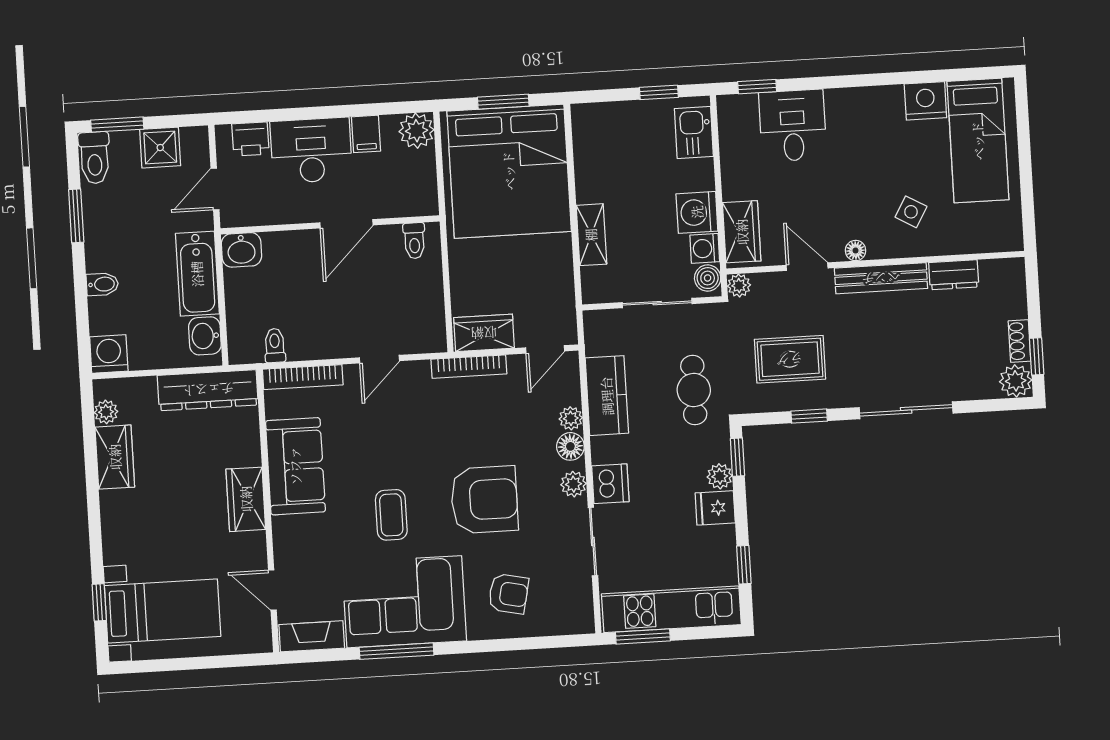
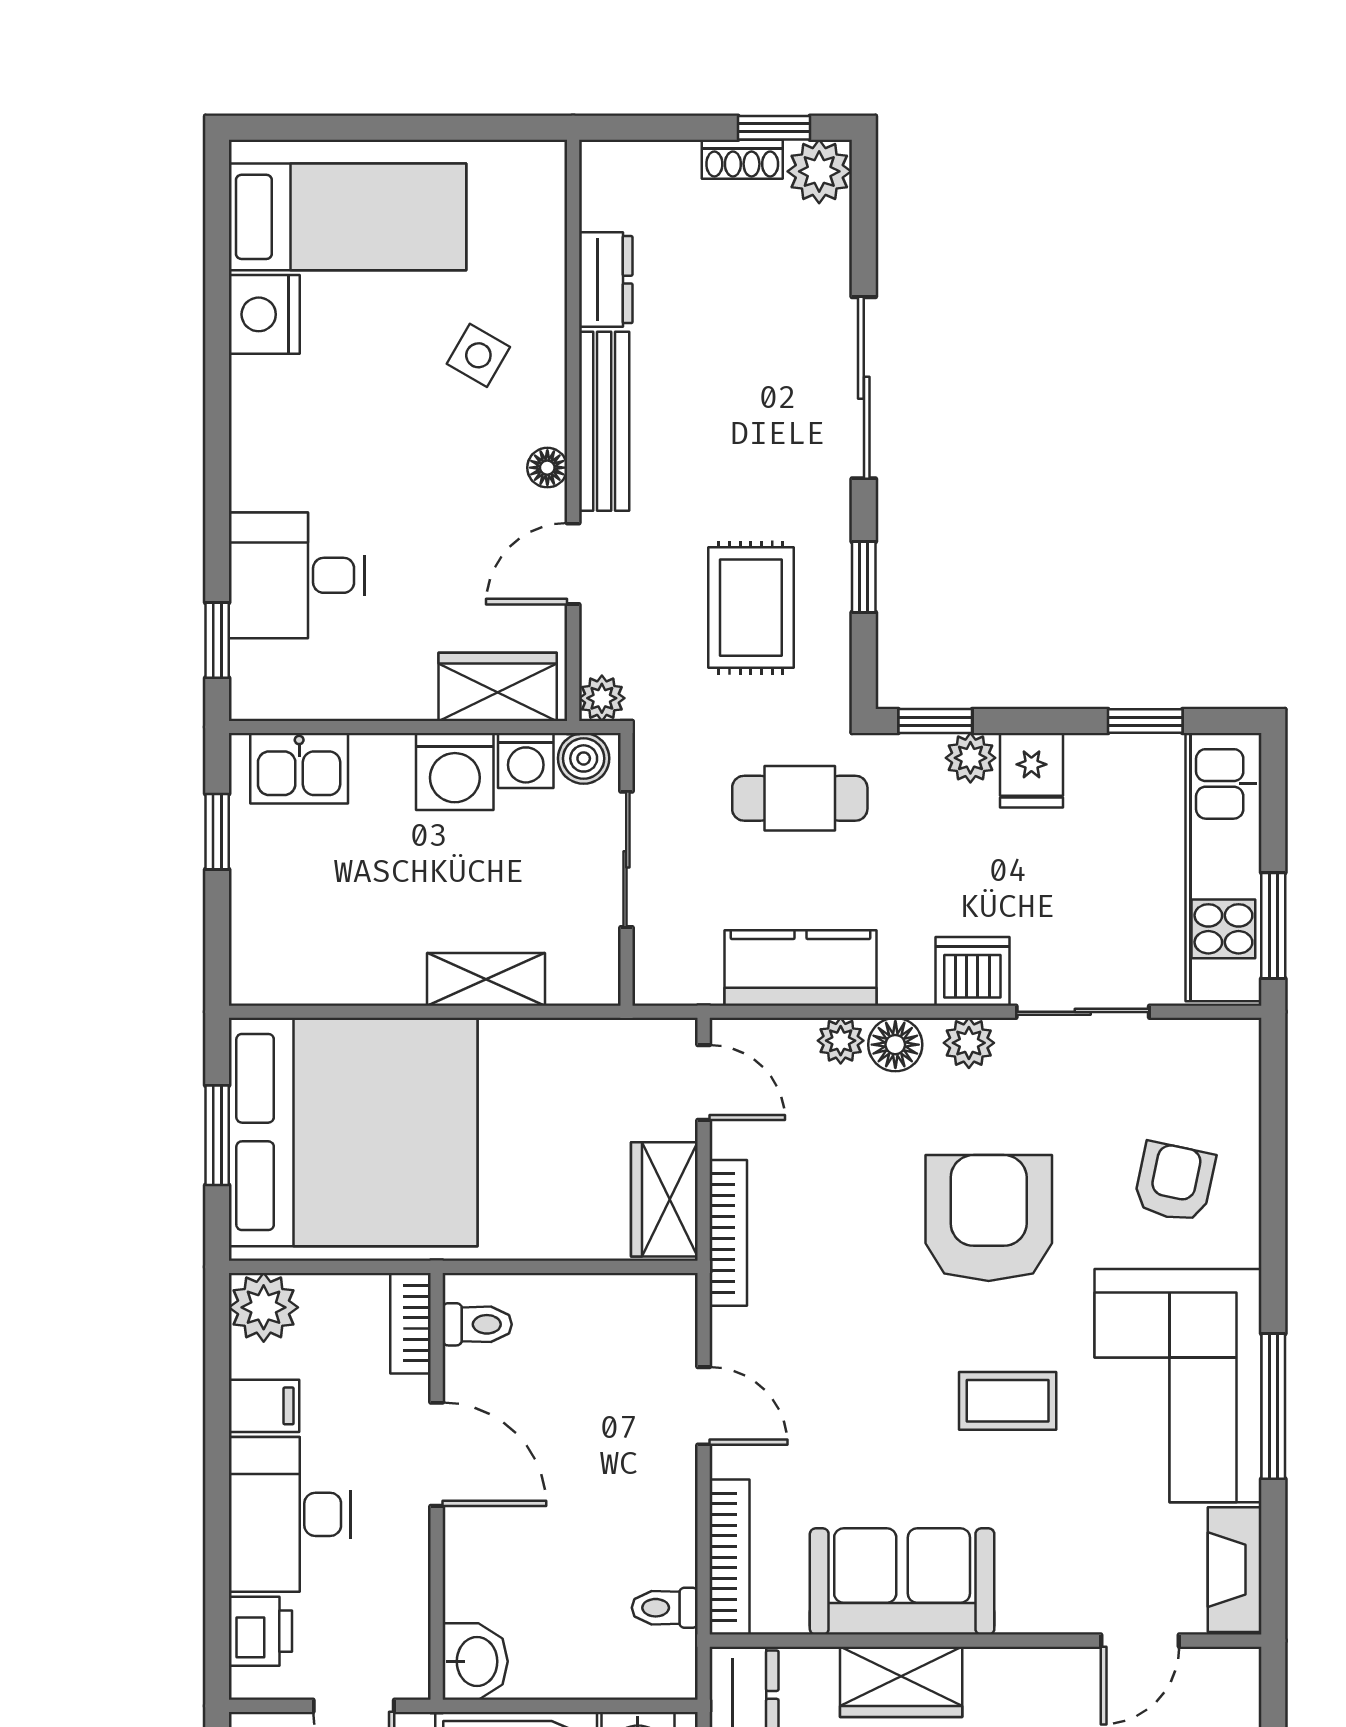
bookcase: (413, 206) -> (411, 1323), added
wardrobe: (246, 499) -> (901, 1682), moved

